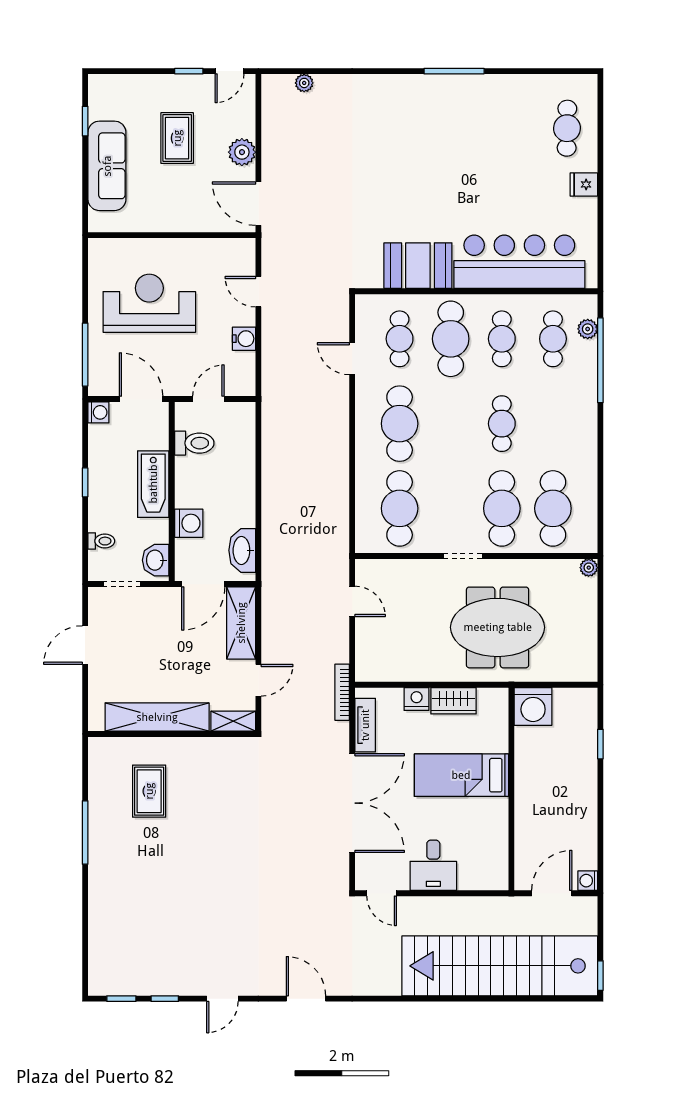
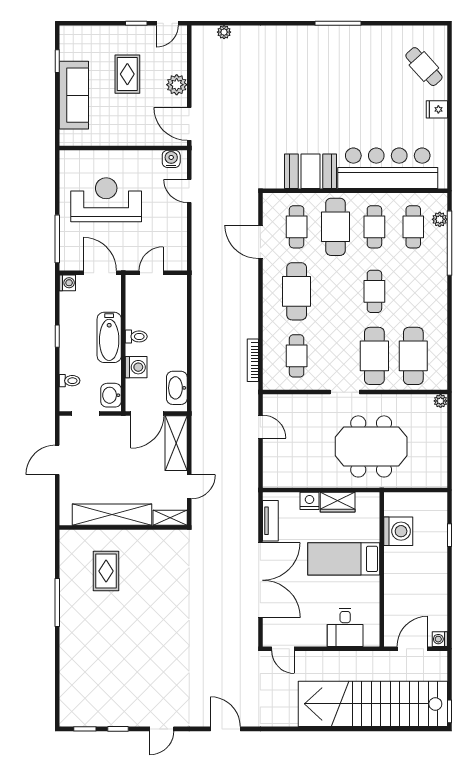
cafe table: (567, 128) -> (424, 67), turned -43
water cooler: (244, 339) -> (171, 159), moved, turned -90
door: (352, 359) -> (260, 242), width x1.38
toilet: (194, 443) -> (136, 336), moved, width x0.73, depth x0.72
cafe table: (400, 508) -> (297, 356), width x0.73, depth x0.74
bookcase: (342, 692) -> (253, 360), moved
washing machine: (533, 706) -> (398, 531), moved, turned -90
desk: (433, 865) -> (345, 627), moved

